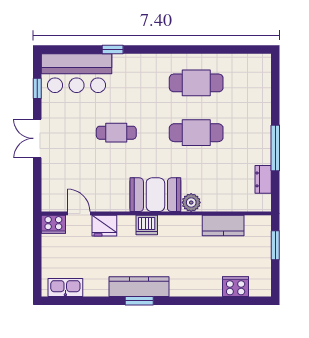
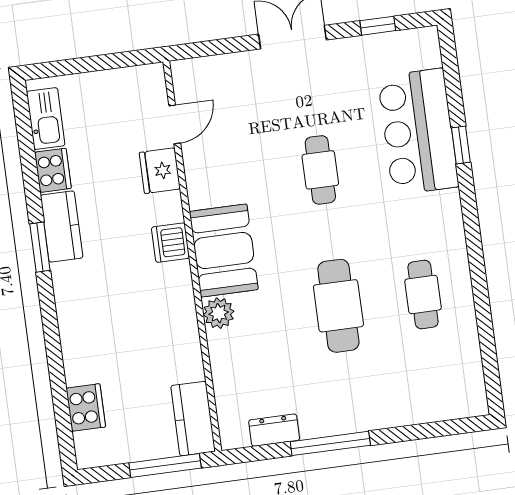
bar counter: (77, 73) -> (418, 132), moved
cafe table: (196, 83) -> (423, 294), width x0.73, depth x0.74
cooker: (53, 224) -> (53, 170), moved, turned 180
kitchen counter: (223, 225) -> (193, 419), moved
window: (275, 245) -> (165, 466), width x1.44
kitchen counter: (139, 287) -> (62, 226), width x0.67

